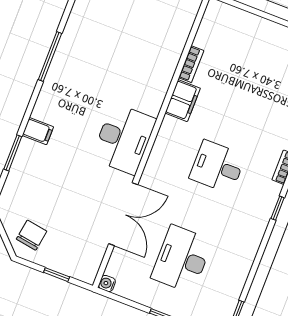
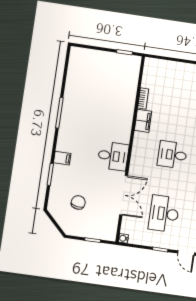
desk: (124, 139) -> (113, 156), width x0.73
chair: (32, 235) -> (78, 202), moved

